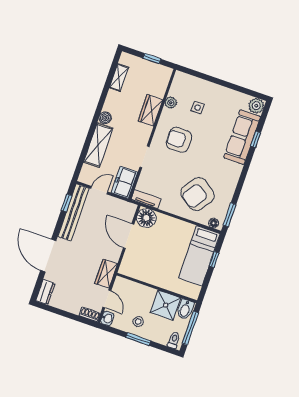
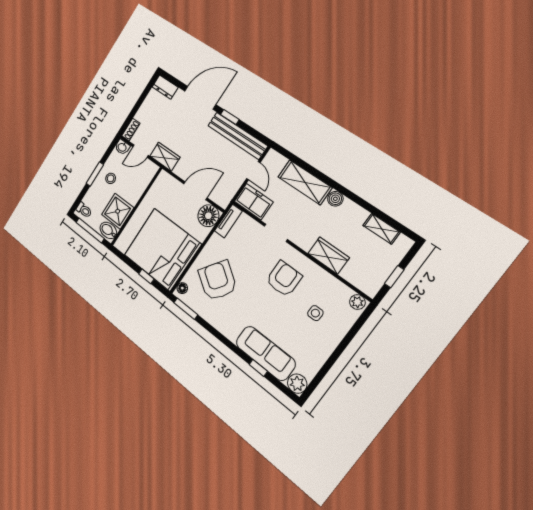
plant: (171, 103) -> (357, 302), moved
window: (67, 203) -> (230, 117), moved
bed: (199, 256) -> (162, 250), width x2.04

